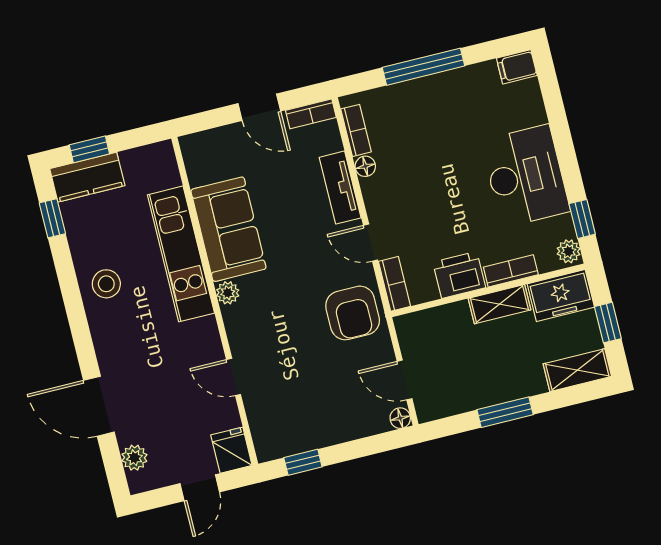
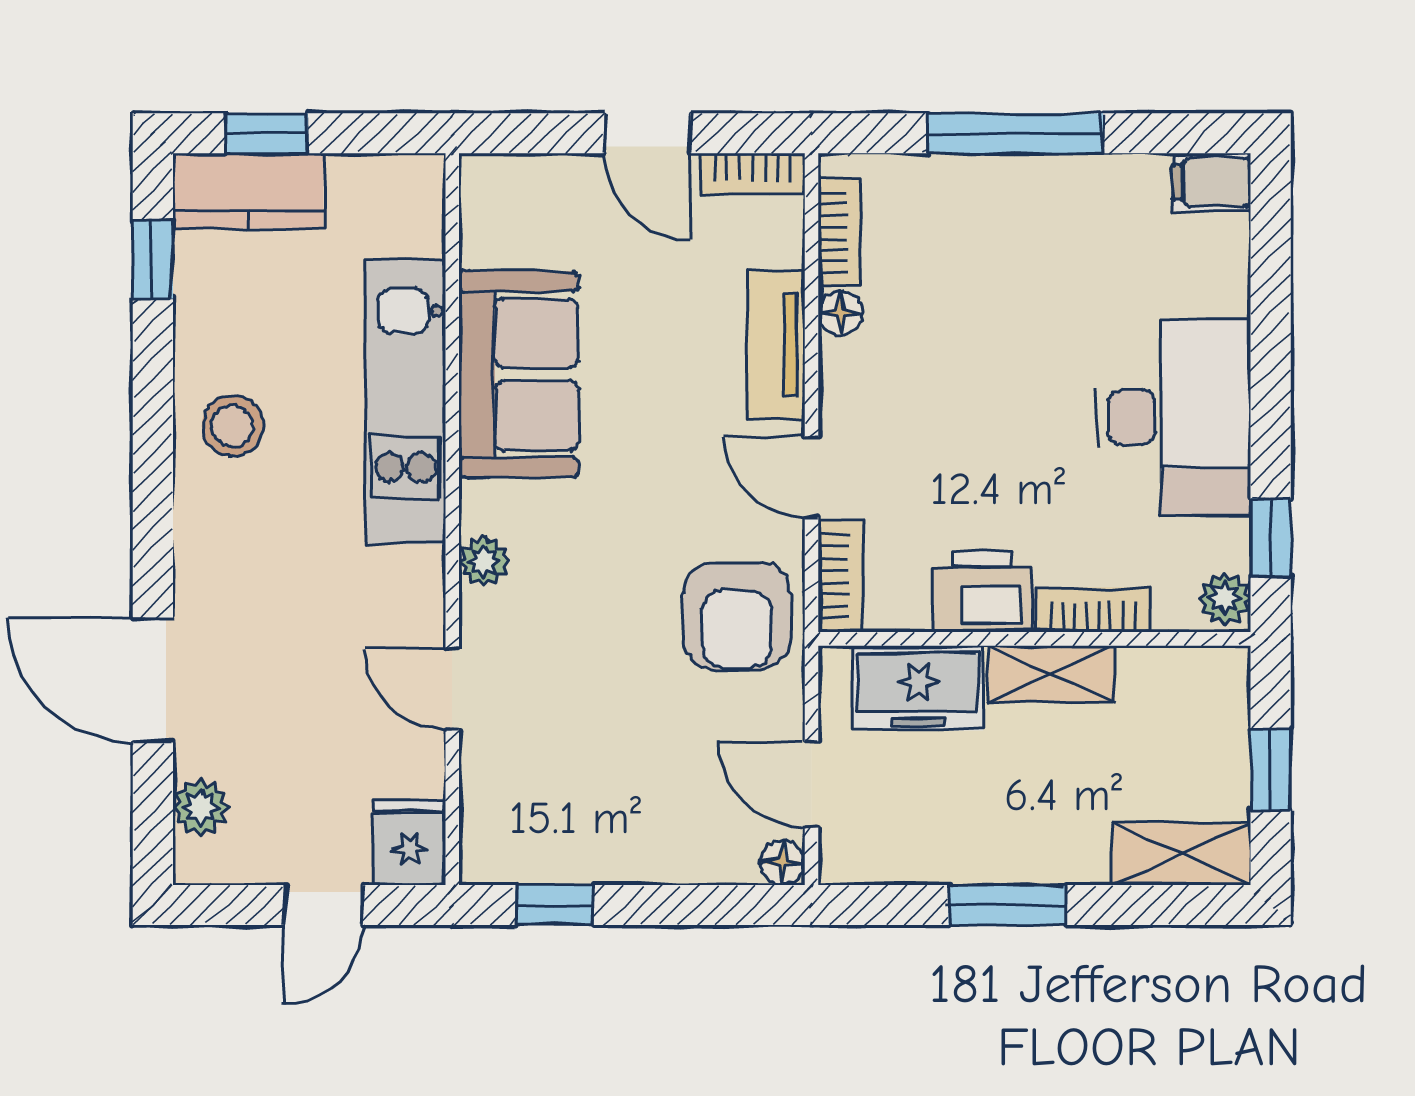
plant: (228, 293) -> (484, 561), moved
freezer: (561, 296) -> (918, 688), moved

